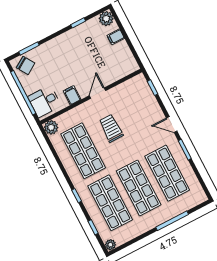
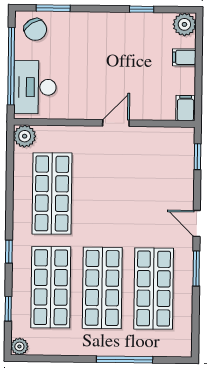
filing cabinet: (72, 95) -> (186, 108), moved
desk: (45, 101) -> (35, 87), width x1.37
trolley: (111, 128) -> (108, 183), removed

